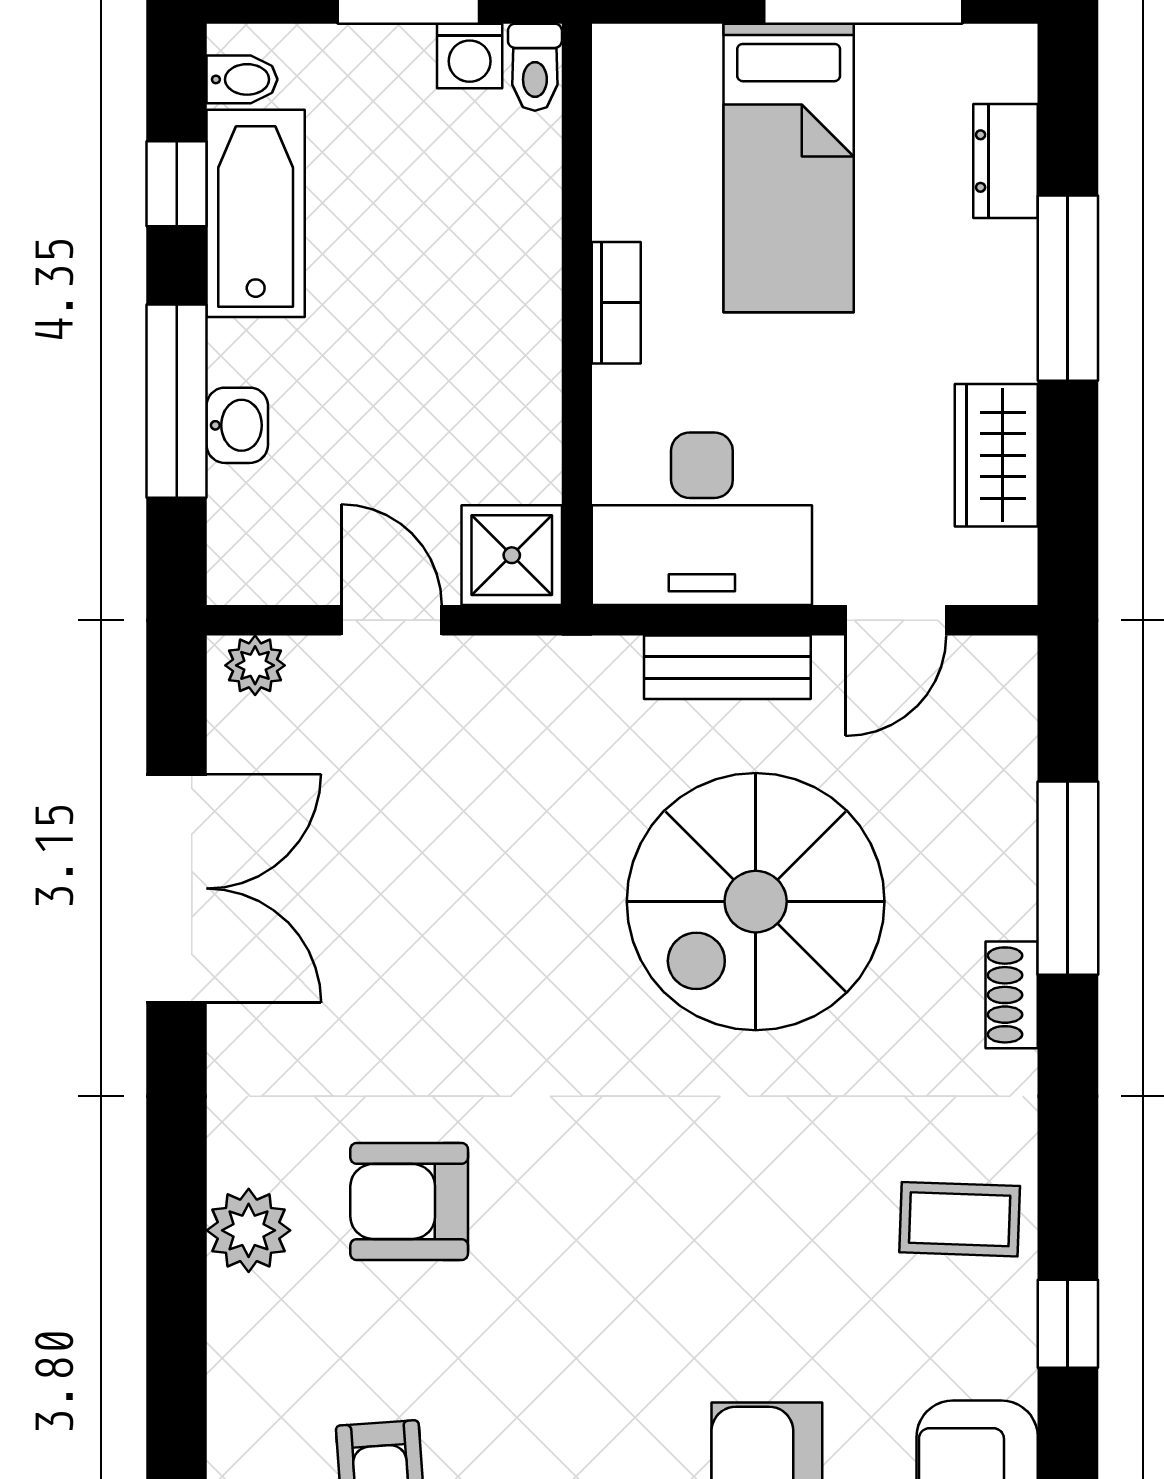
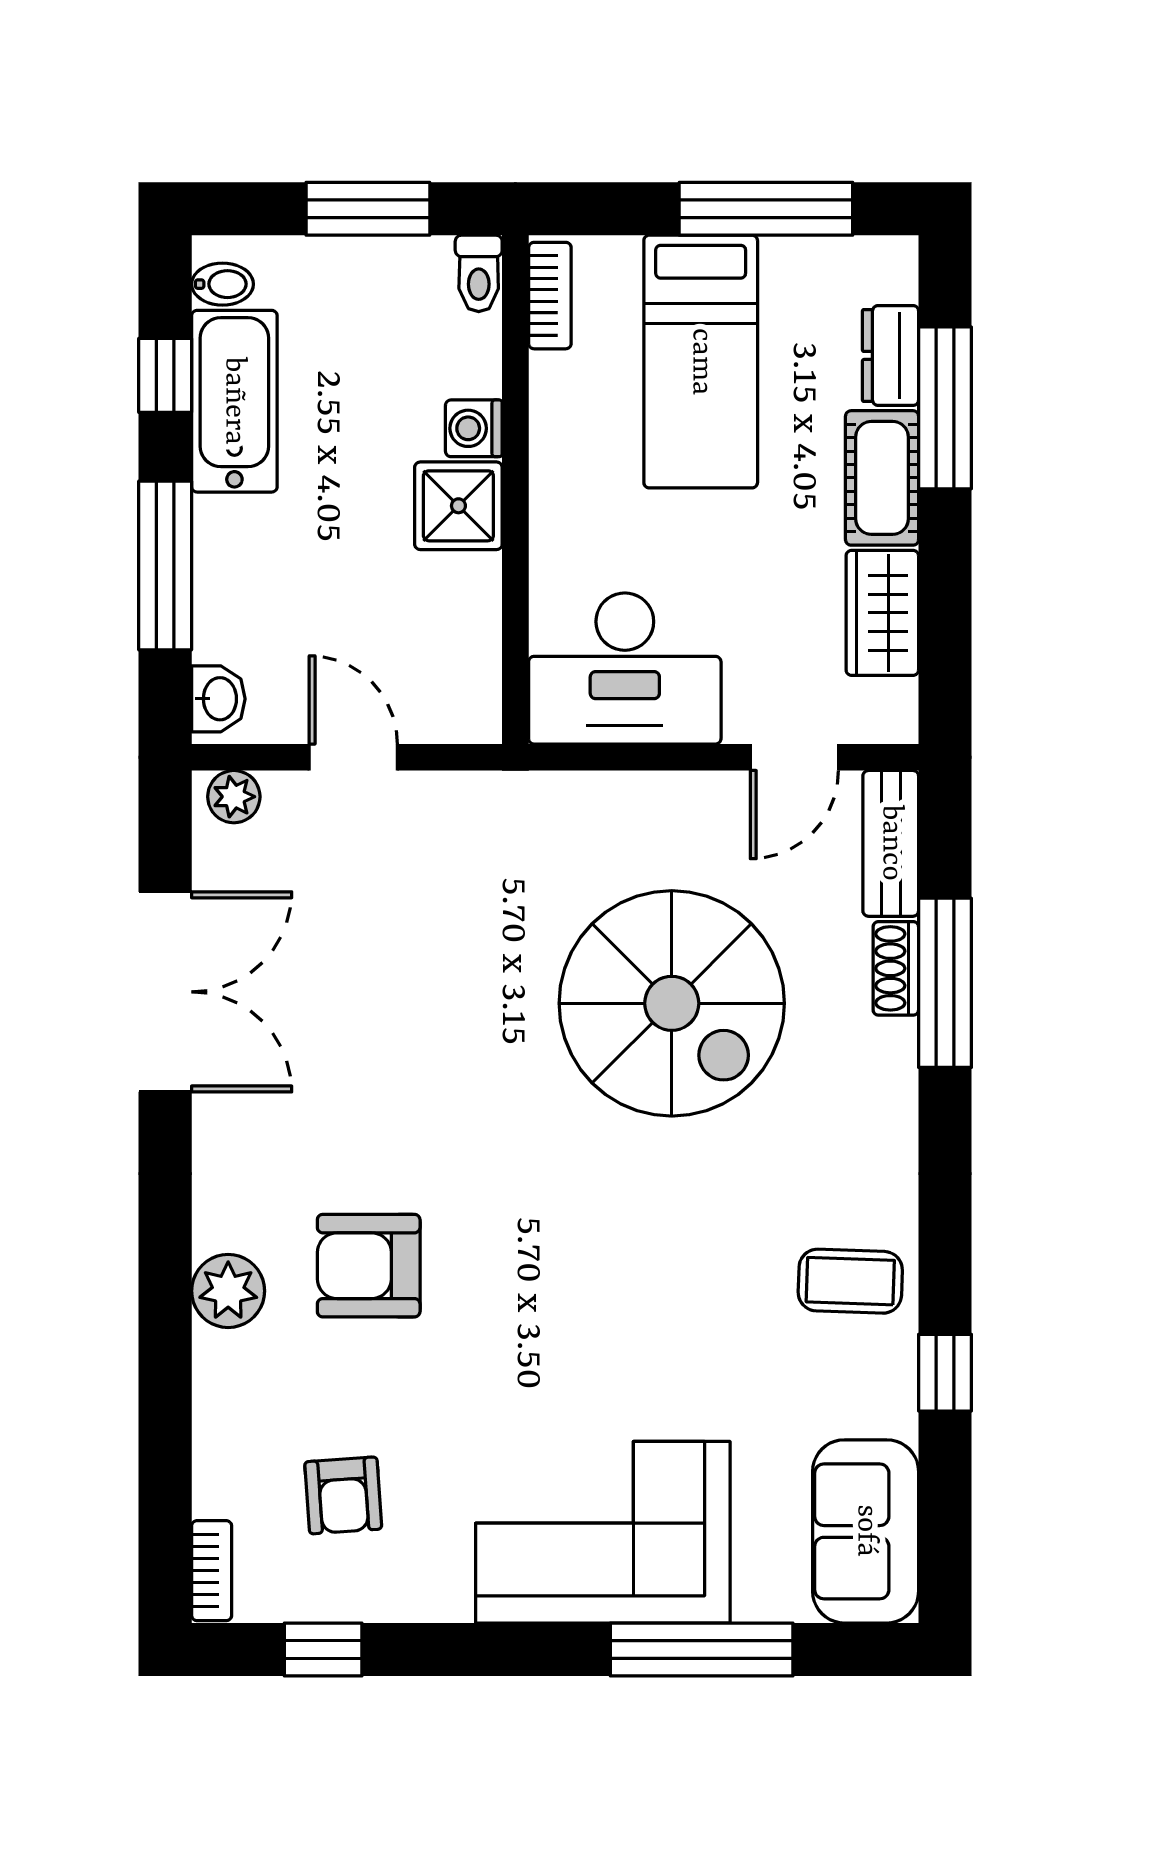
washing machine: (470, 56) -> (474, 428), moved, turned 90
window: (1068, 288) -> (945, 408), moved
cot: (996, 301) -> (882, 478), added
bookcase: (616, 303) -> (550, 296), moved
washbasin: (237, 425) -> (218, 699), moved
shower: (512, 555) -> (458, 506), moved
bench: (727, 667) -> (891, 843), moved, turned 90
spiral stairs: (756, 902) -> (672, 1003), turned -90
shoe rack: (1012, 995) -> (896, 968), moved

